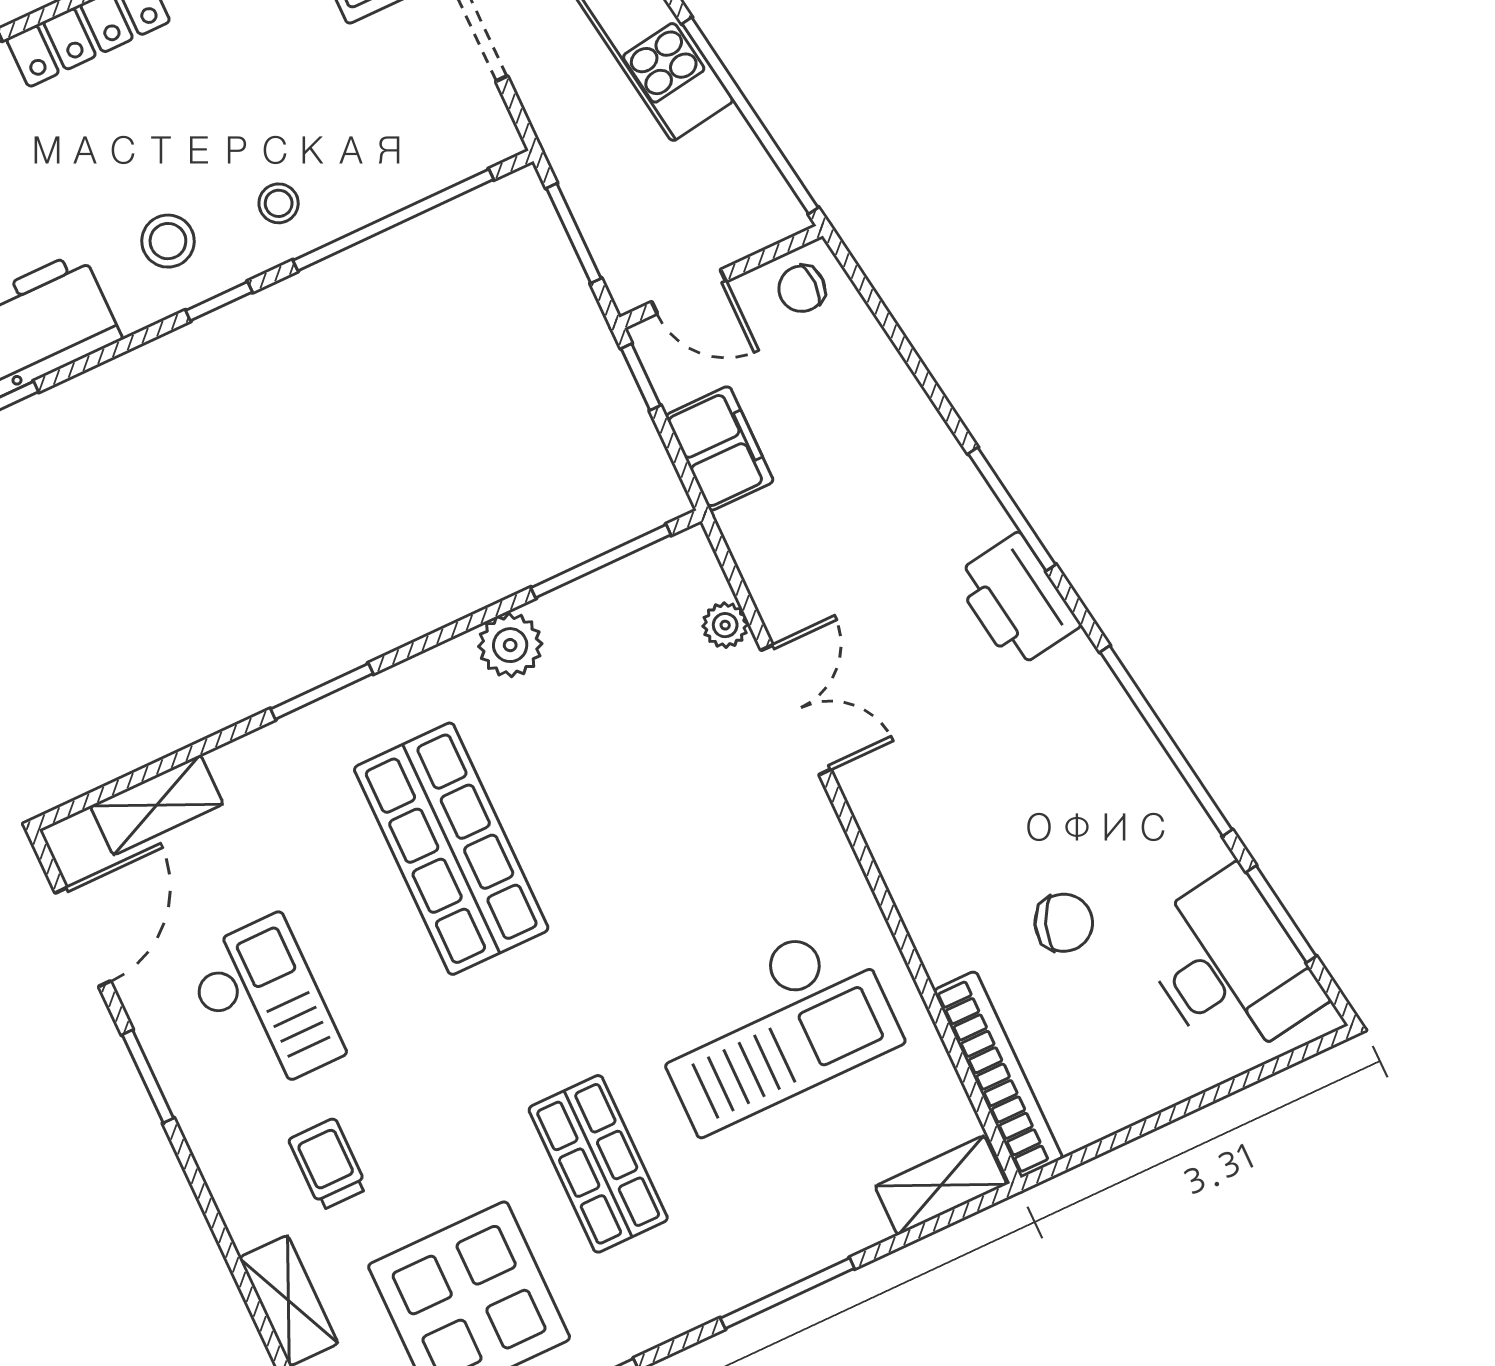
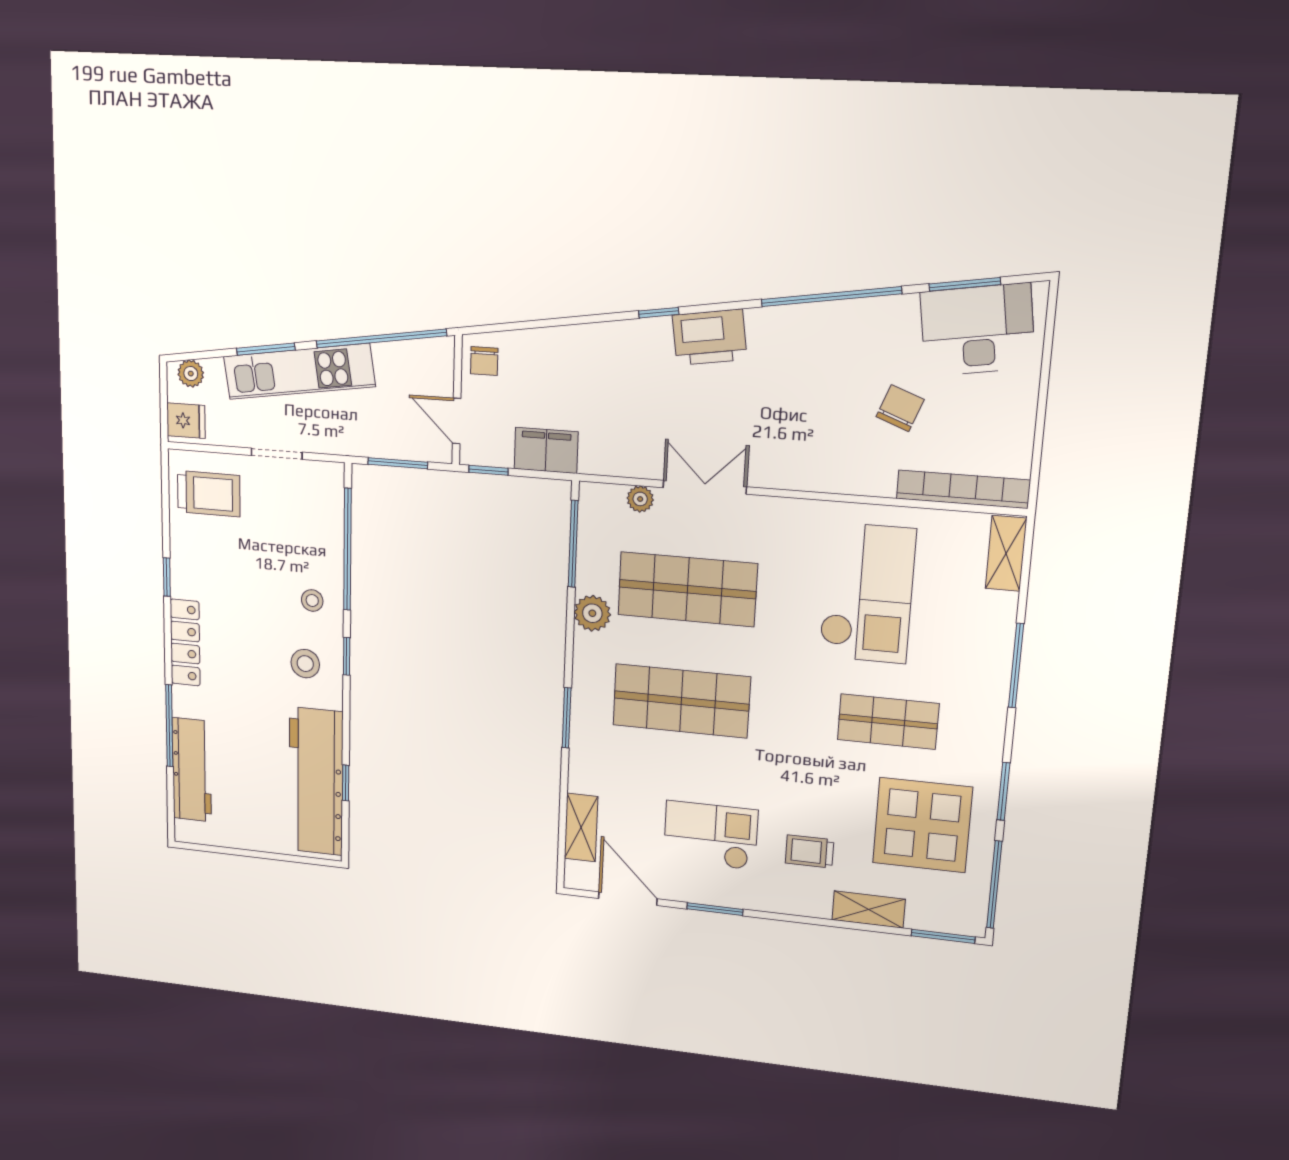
door: (689, 292) -> (457, 421), swing flipped
window: (1012, 509) -> (659, 313), width x0.46
shop shelf: (629, 766) -> (687, 589), added

